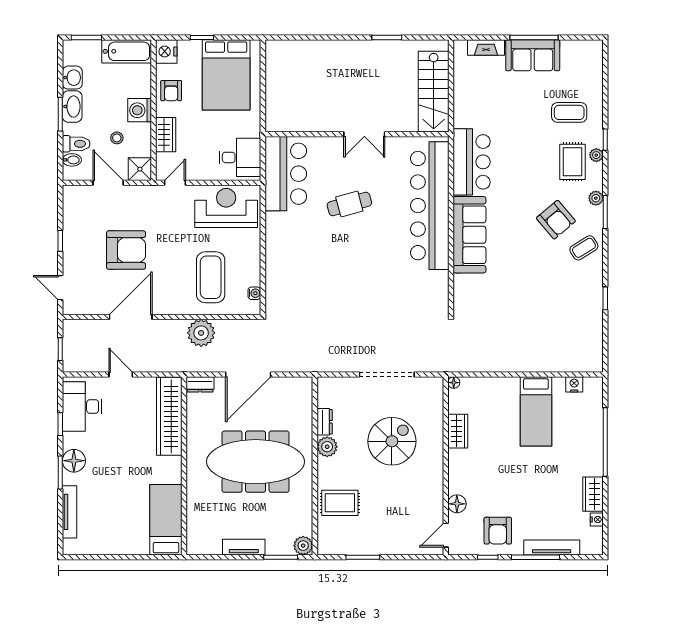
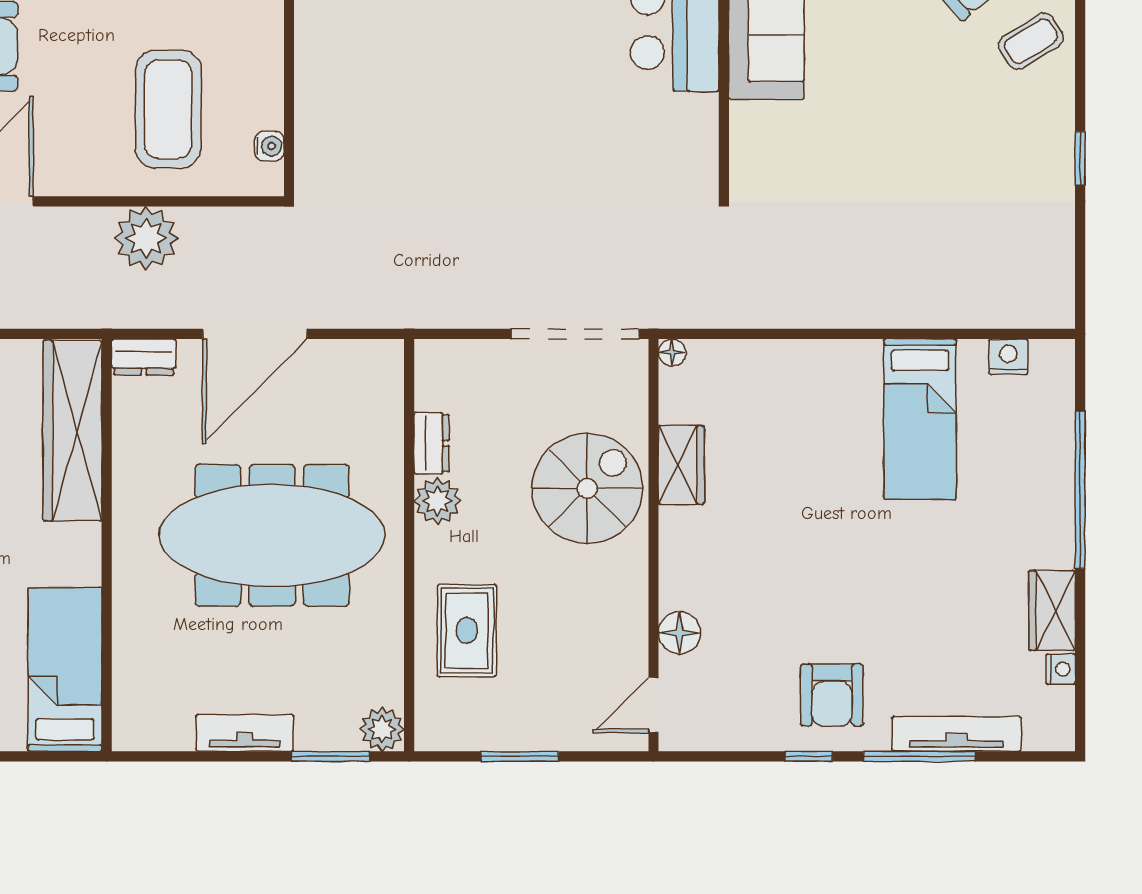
floor lamp: (454, 383) -> (672, 352), moved
wardrobe: (458, 431) -> (681, 465), moved
wall: (446, 466) -> (653, 545), moved
rug: (340, 503) -> (467, 630), turned 90
floor lamp: (457, 504) -> (679, 633), moved
door: (446, 535) -> (653, 705), moved

